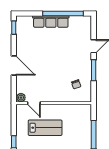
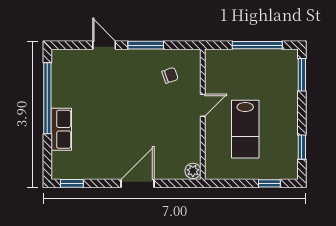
row of seats: (51, 22) -> (61, 129), width x0.68
door: (34, 103) -> (203, 105), moved
lab bench: (45, 128) -> (245, 129), turned 180

